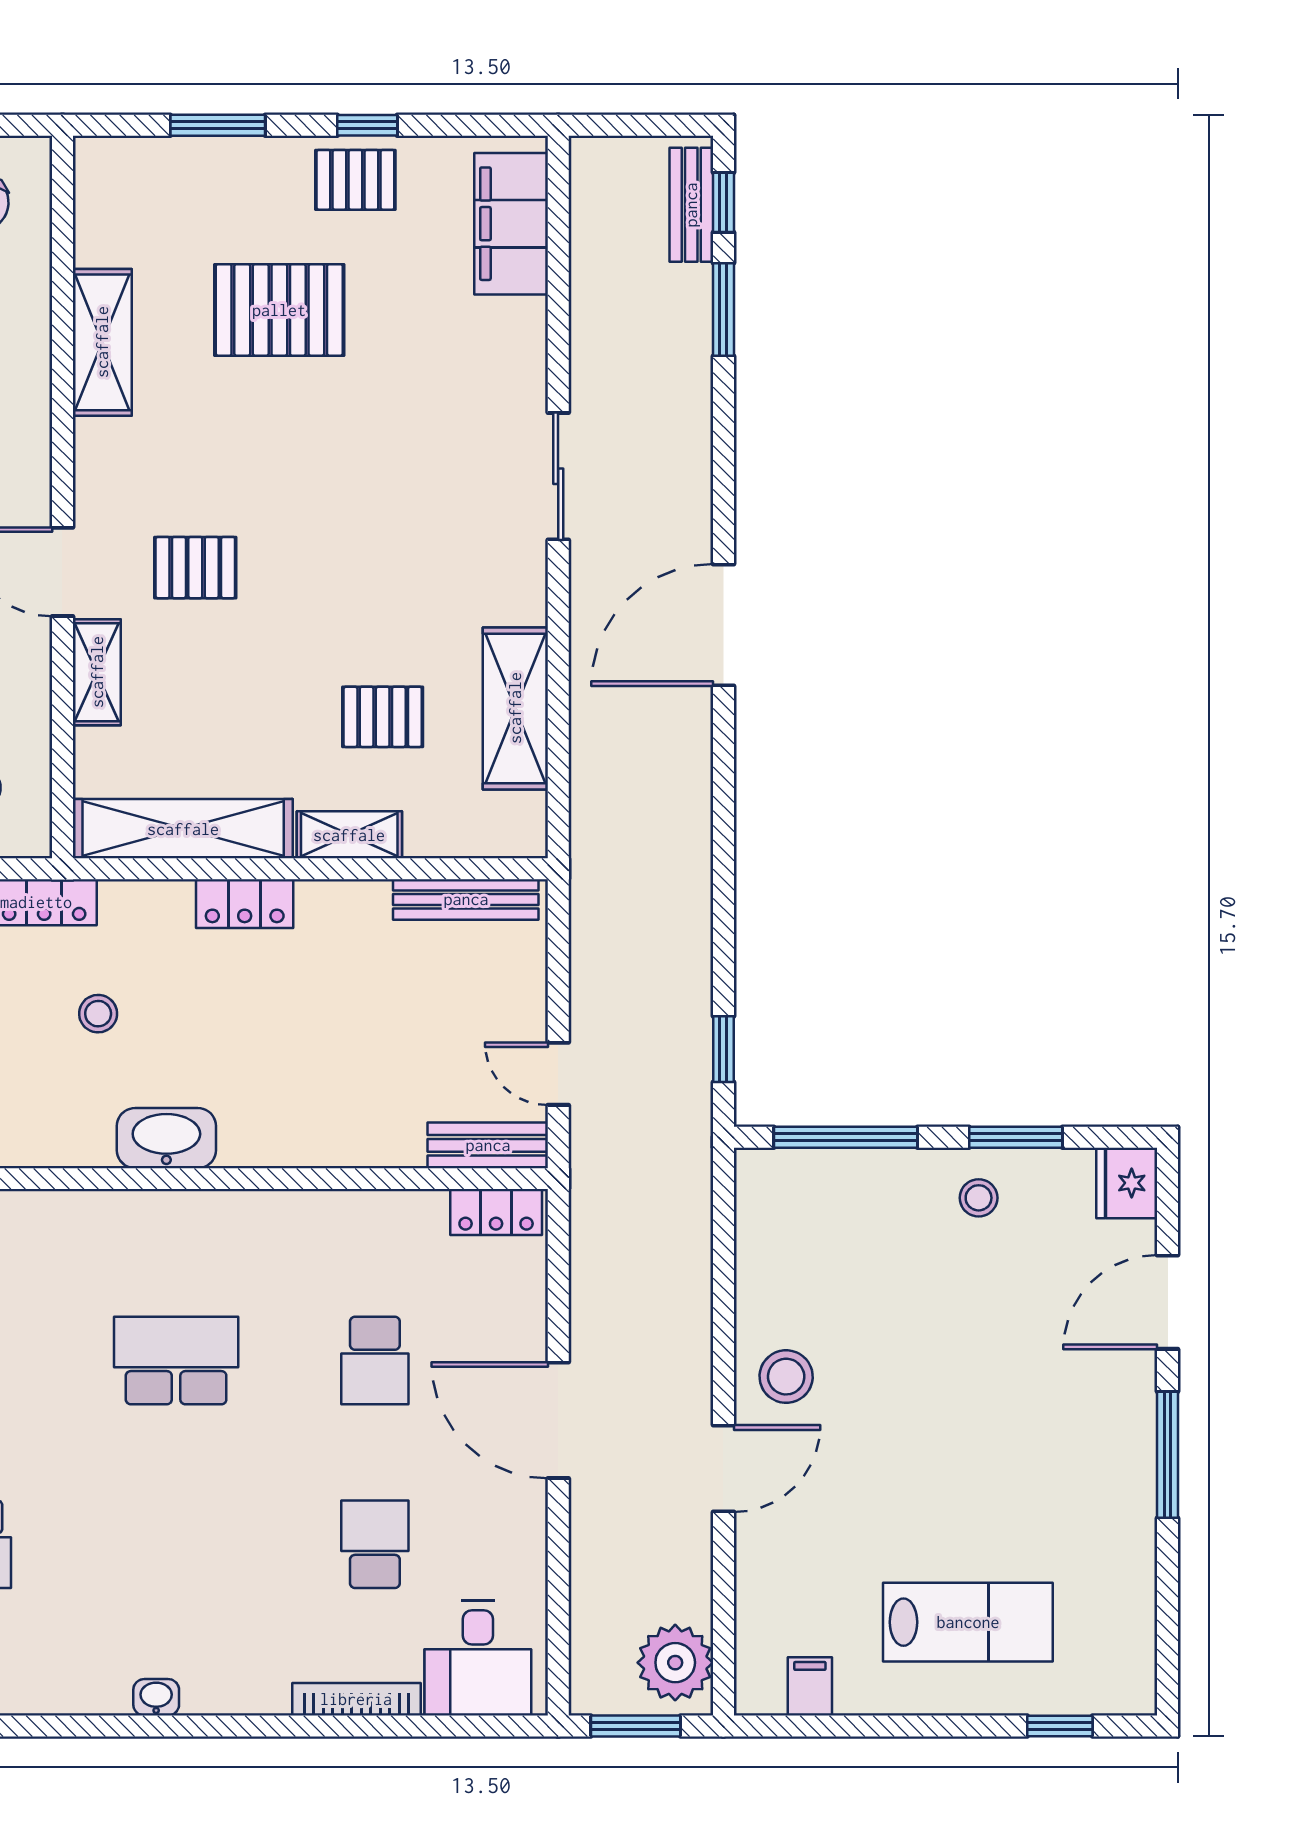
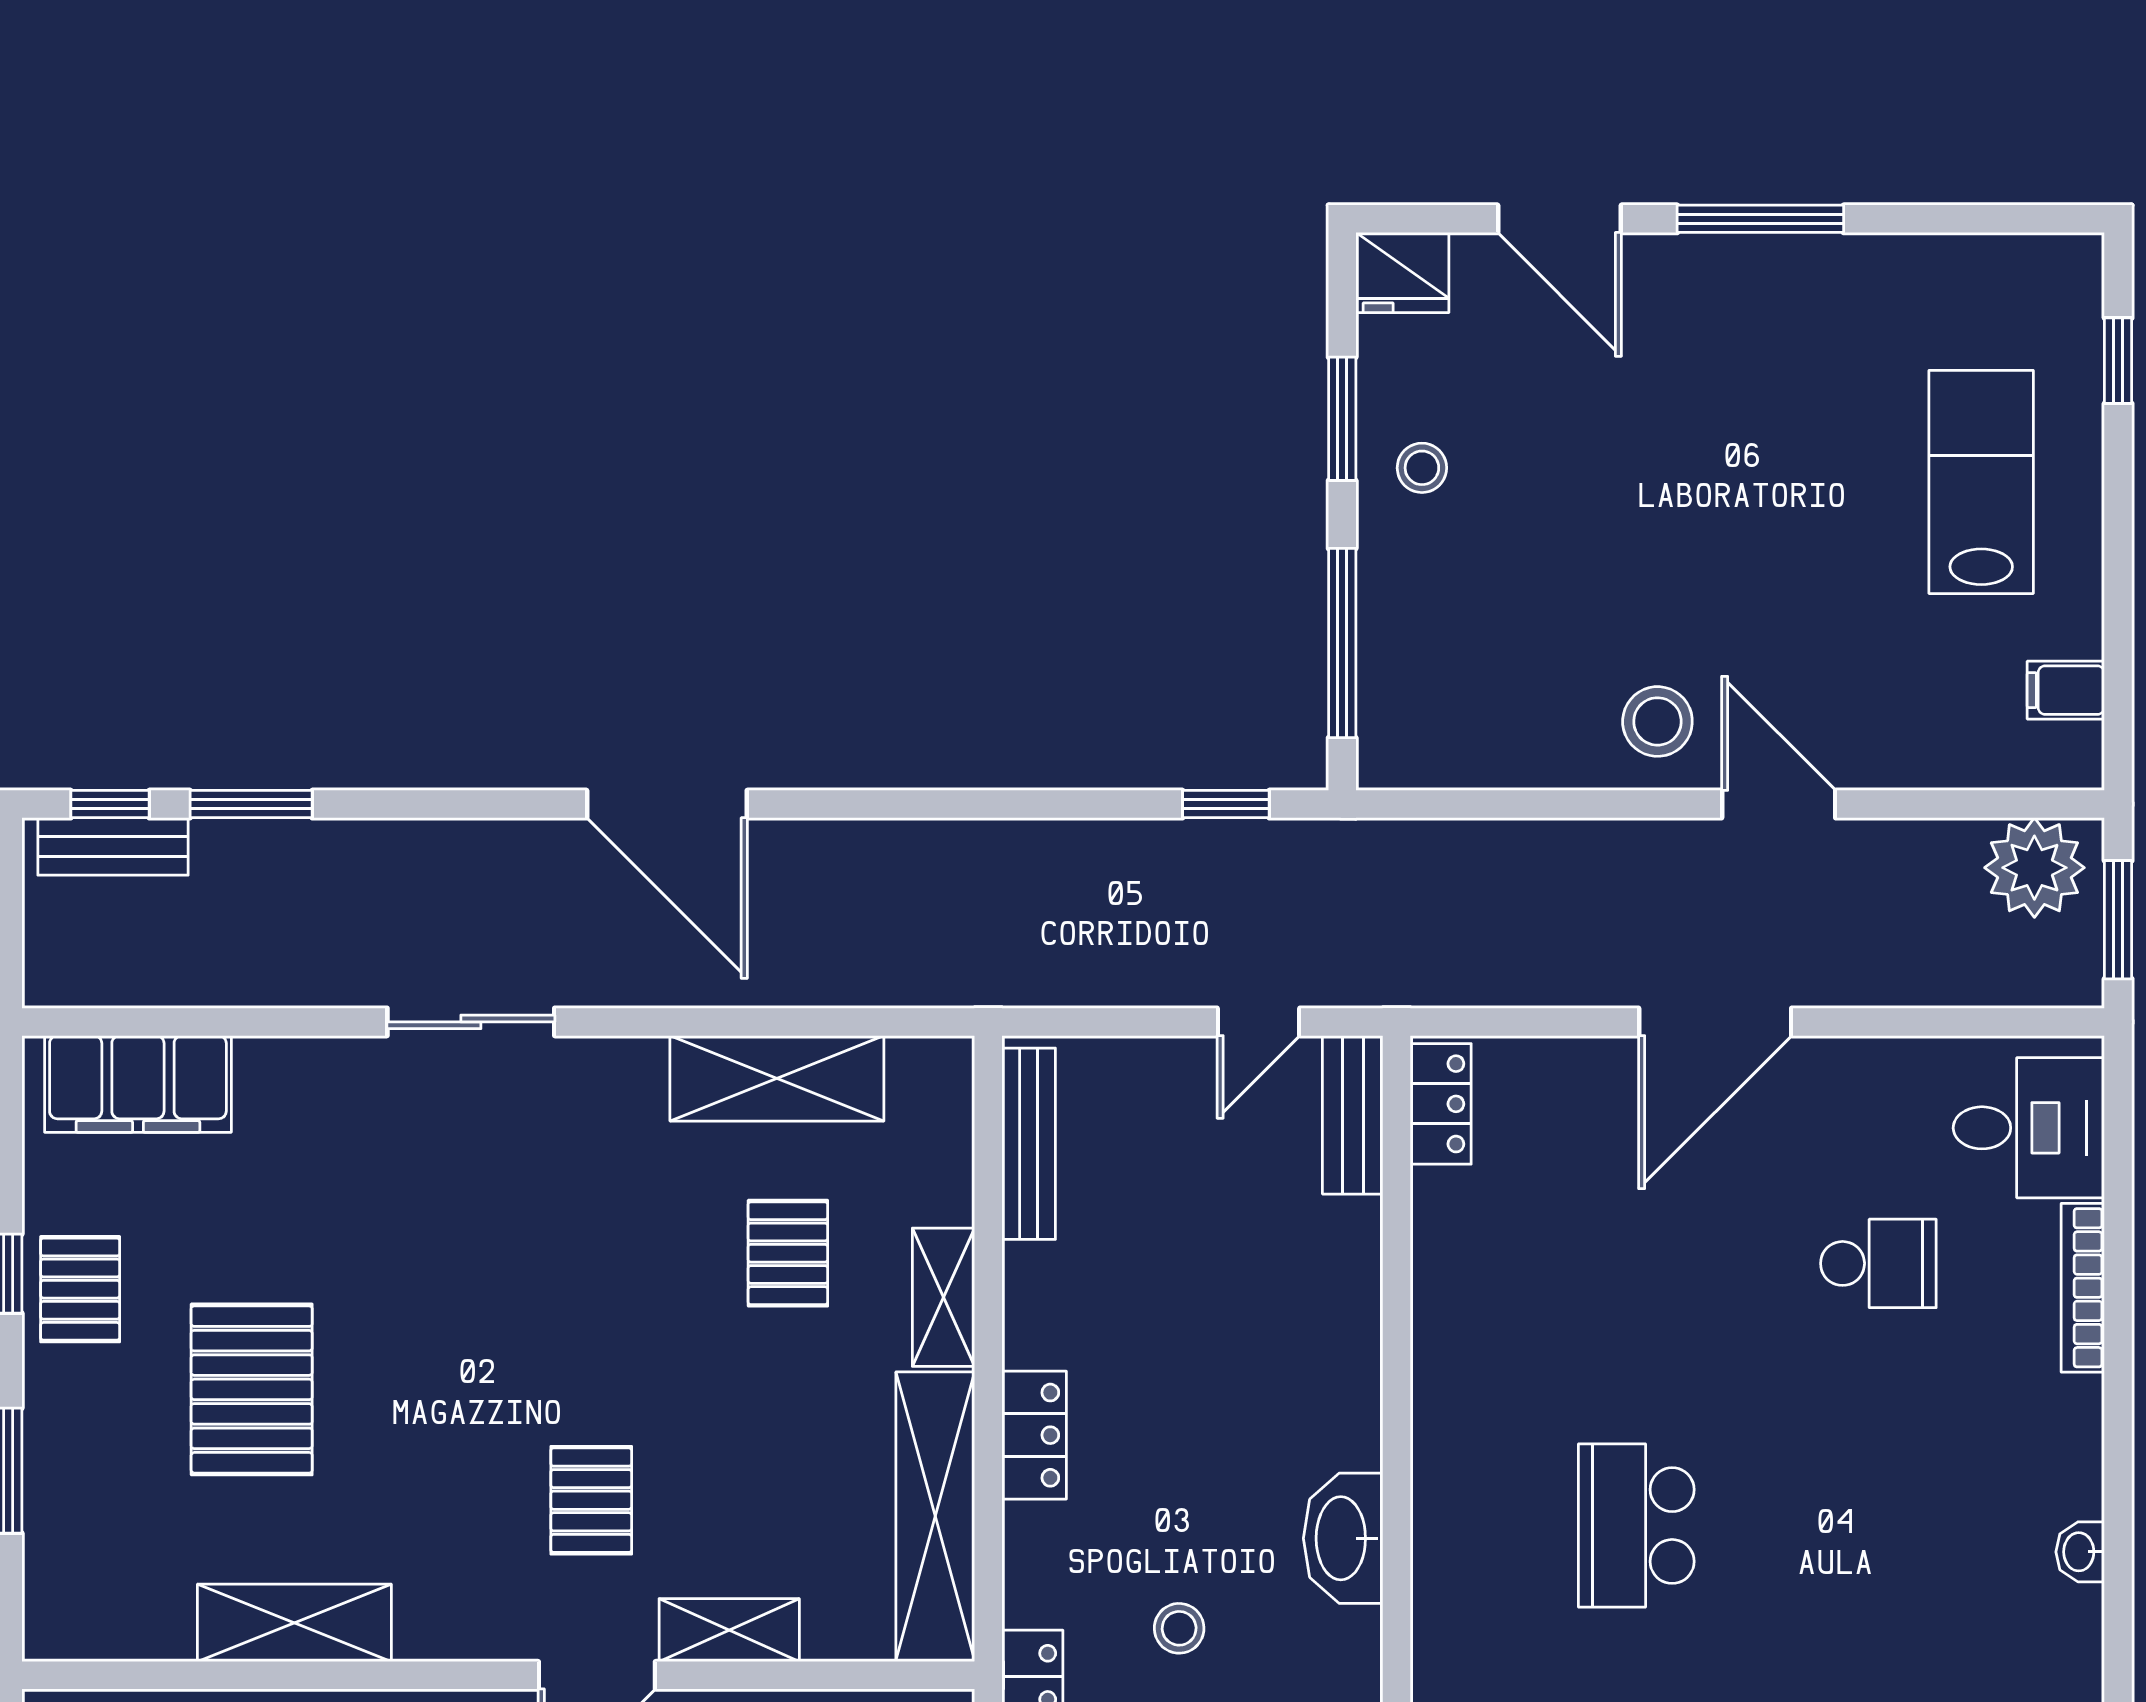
school desk: (375, 1360) -> (1636, 1263), removed
school desk: (375, 1544) -> (1878, 1263), turned 180

